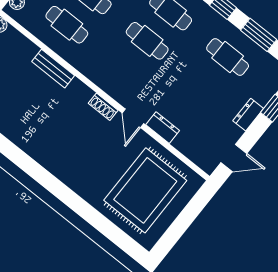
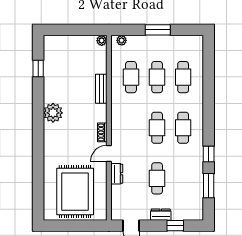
cafe table: (228, 57) -> (157, 178), moved
plant: (37, 144) -> (53, 113), added
rug: (145, 190) -> (75, 192), turned 90

